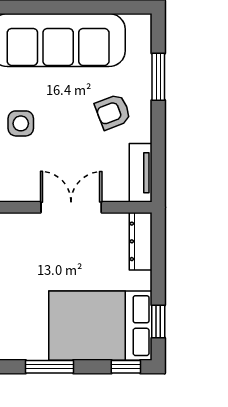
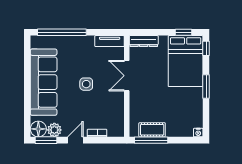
window: (158, 77) -> (62, 32), width x2.11
armchair: (113, 112) -> (79, 55), removed
side table: (21, 123) -> (86, 84), moved

